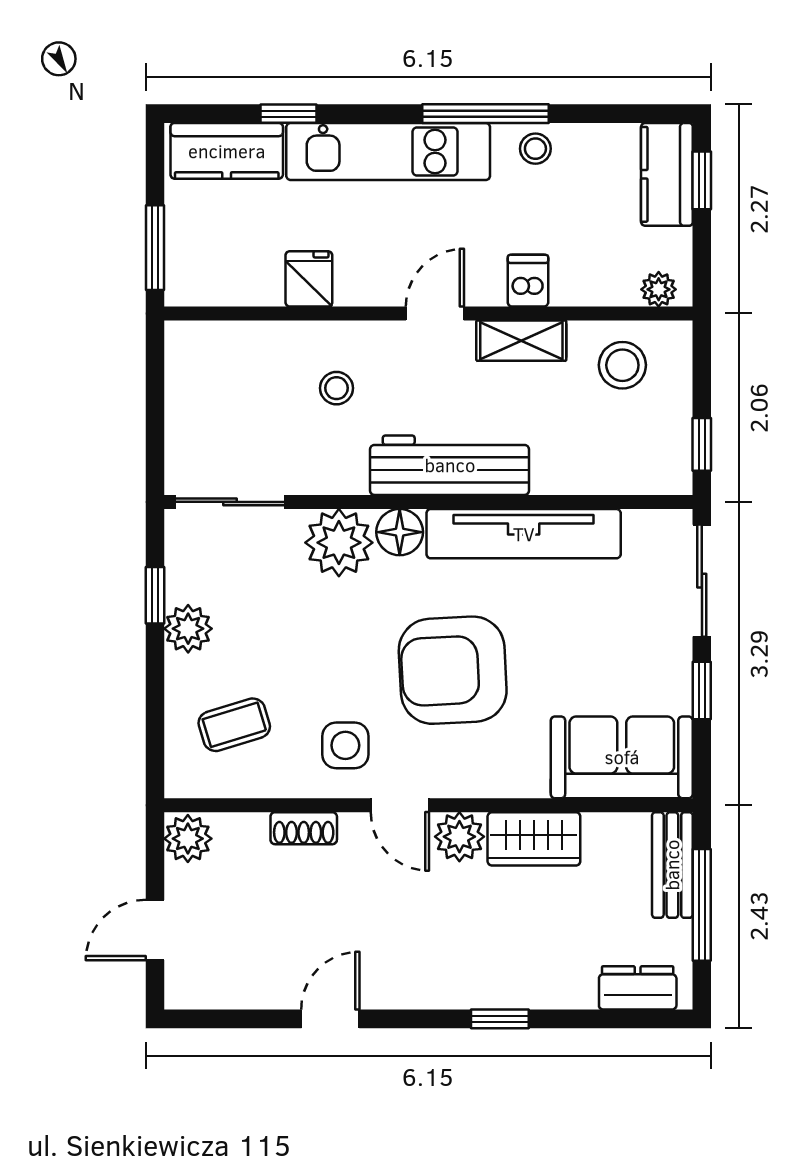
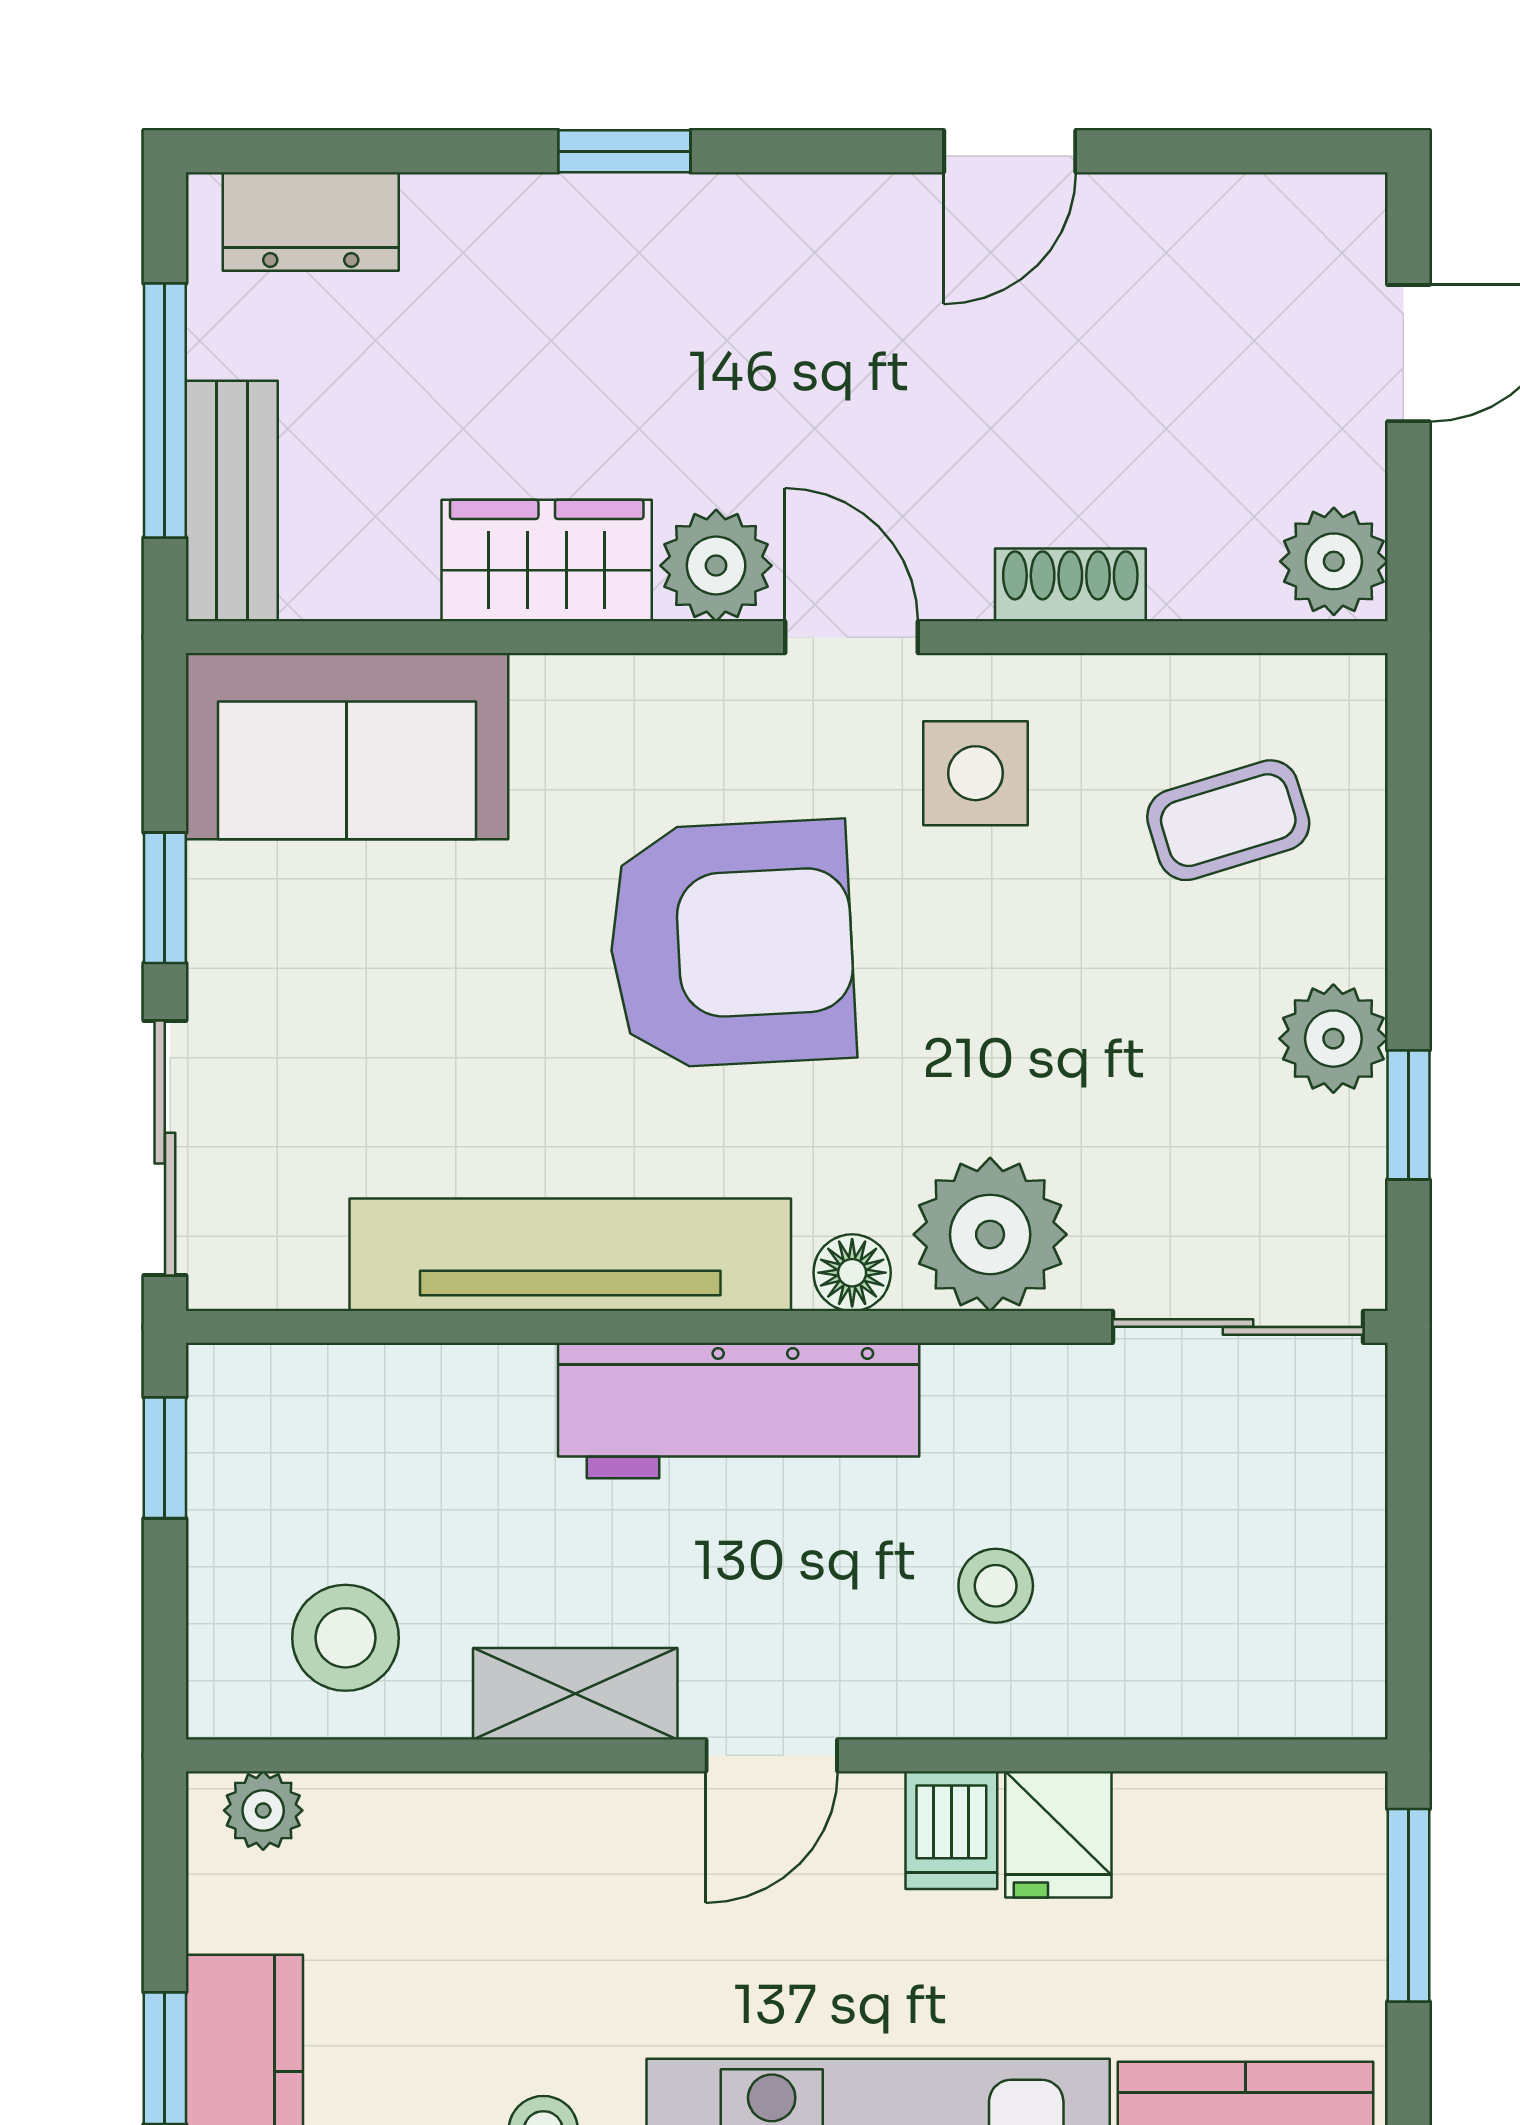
dishwasher: (528, 281) -> (951, 1830), moved
floor lamp: (400, 532) -> (852, 1273), width x0.73, depth x0.73

